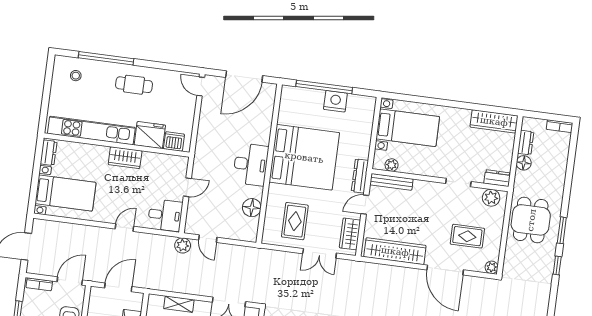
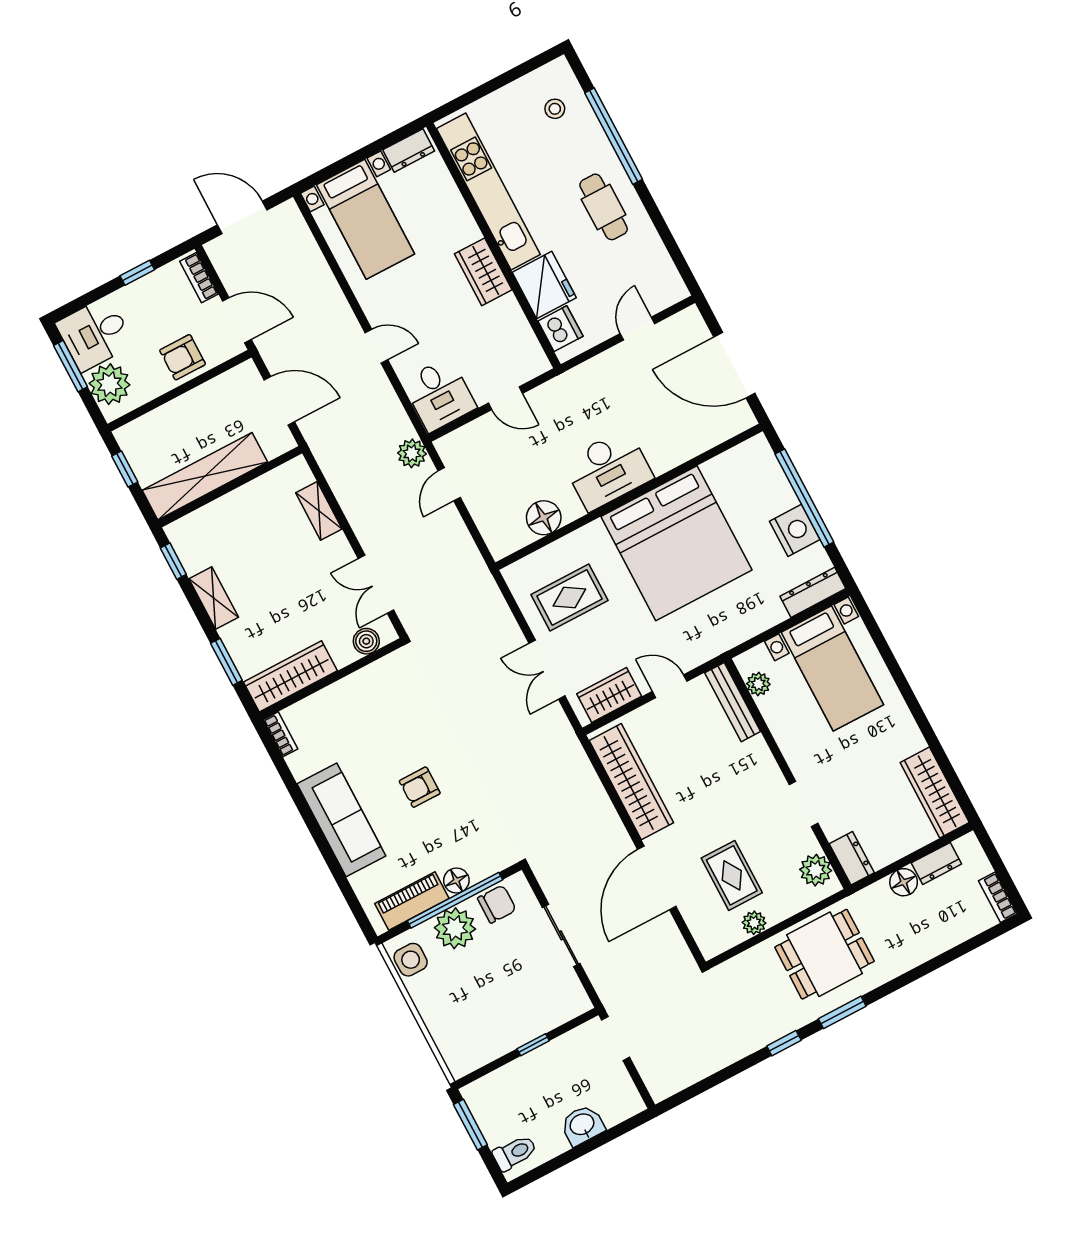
door: (201, 86) -> (637, 329), moved
dresser: (360, 176) -> (813, 592), moved
plant: (492, 267) -> (754, 923), moved

